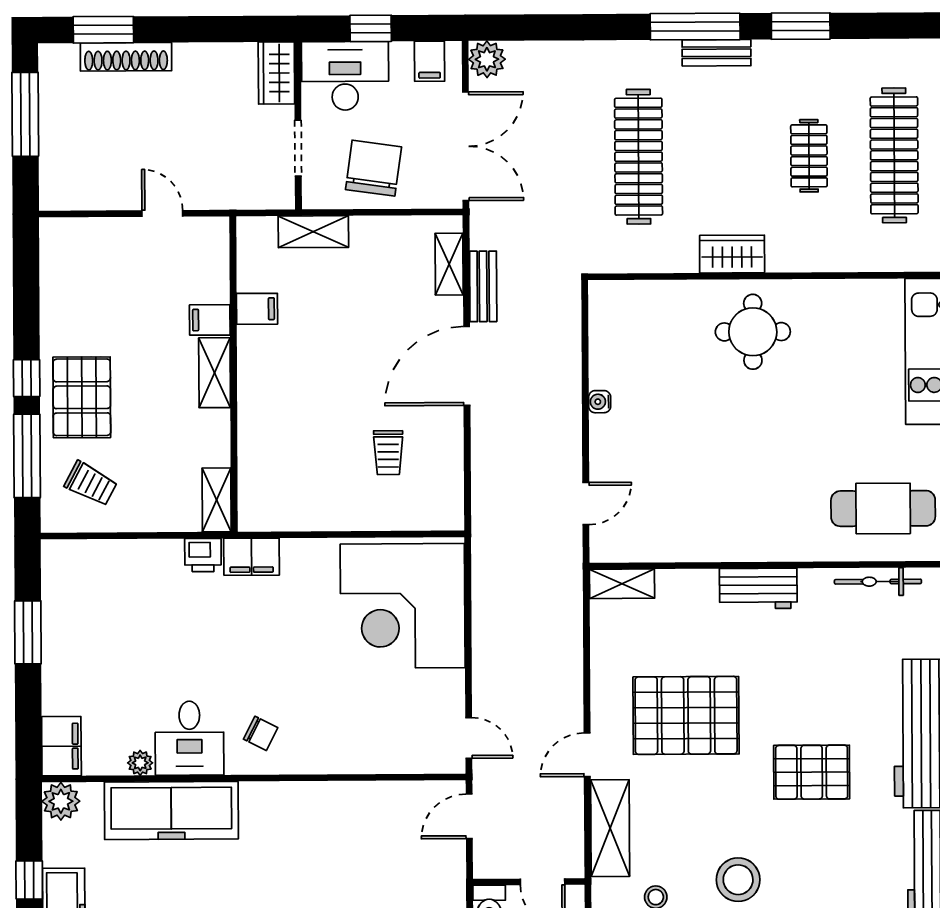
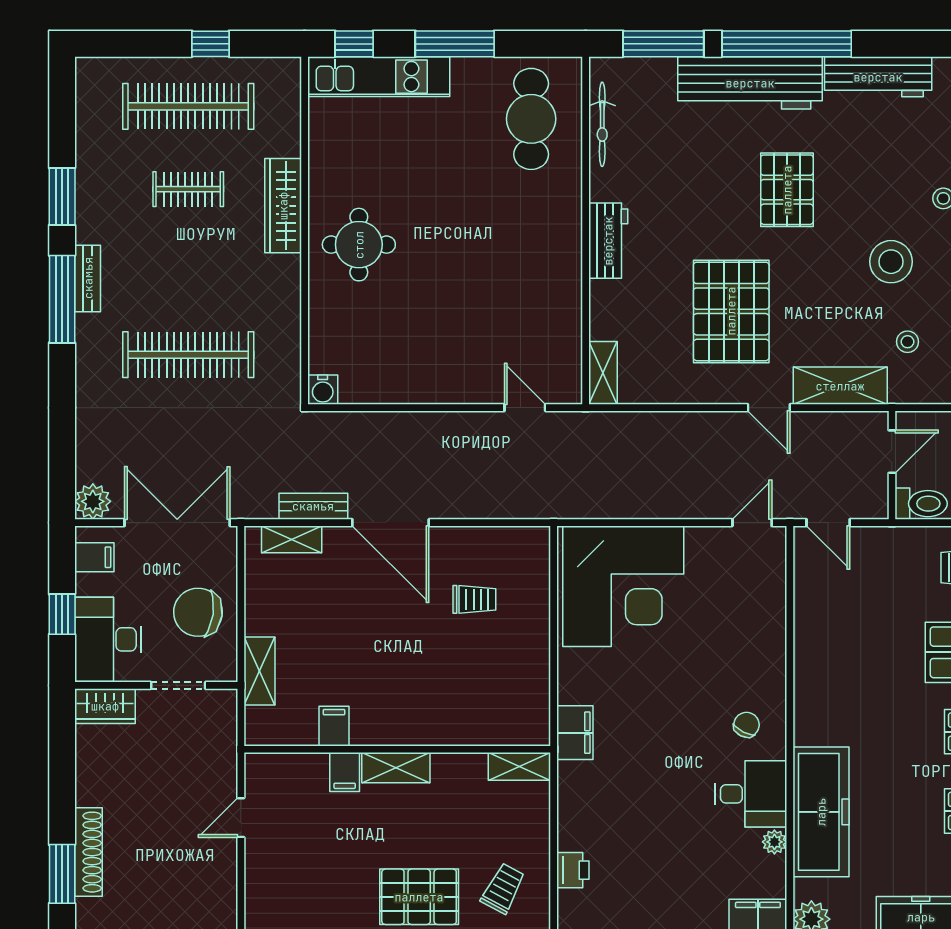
wardrobe: (732, 254) -> (283, 206), moved, width x1.50
water cooler: (600, 402) -> (323, 390), moved, width x1.38, depth x1.38
printer: (203, 555) -> (573, 870), moved

